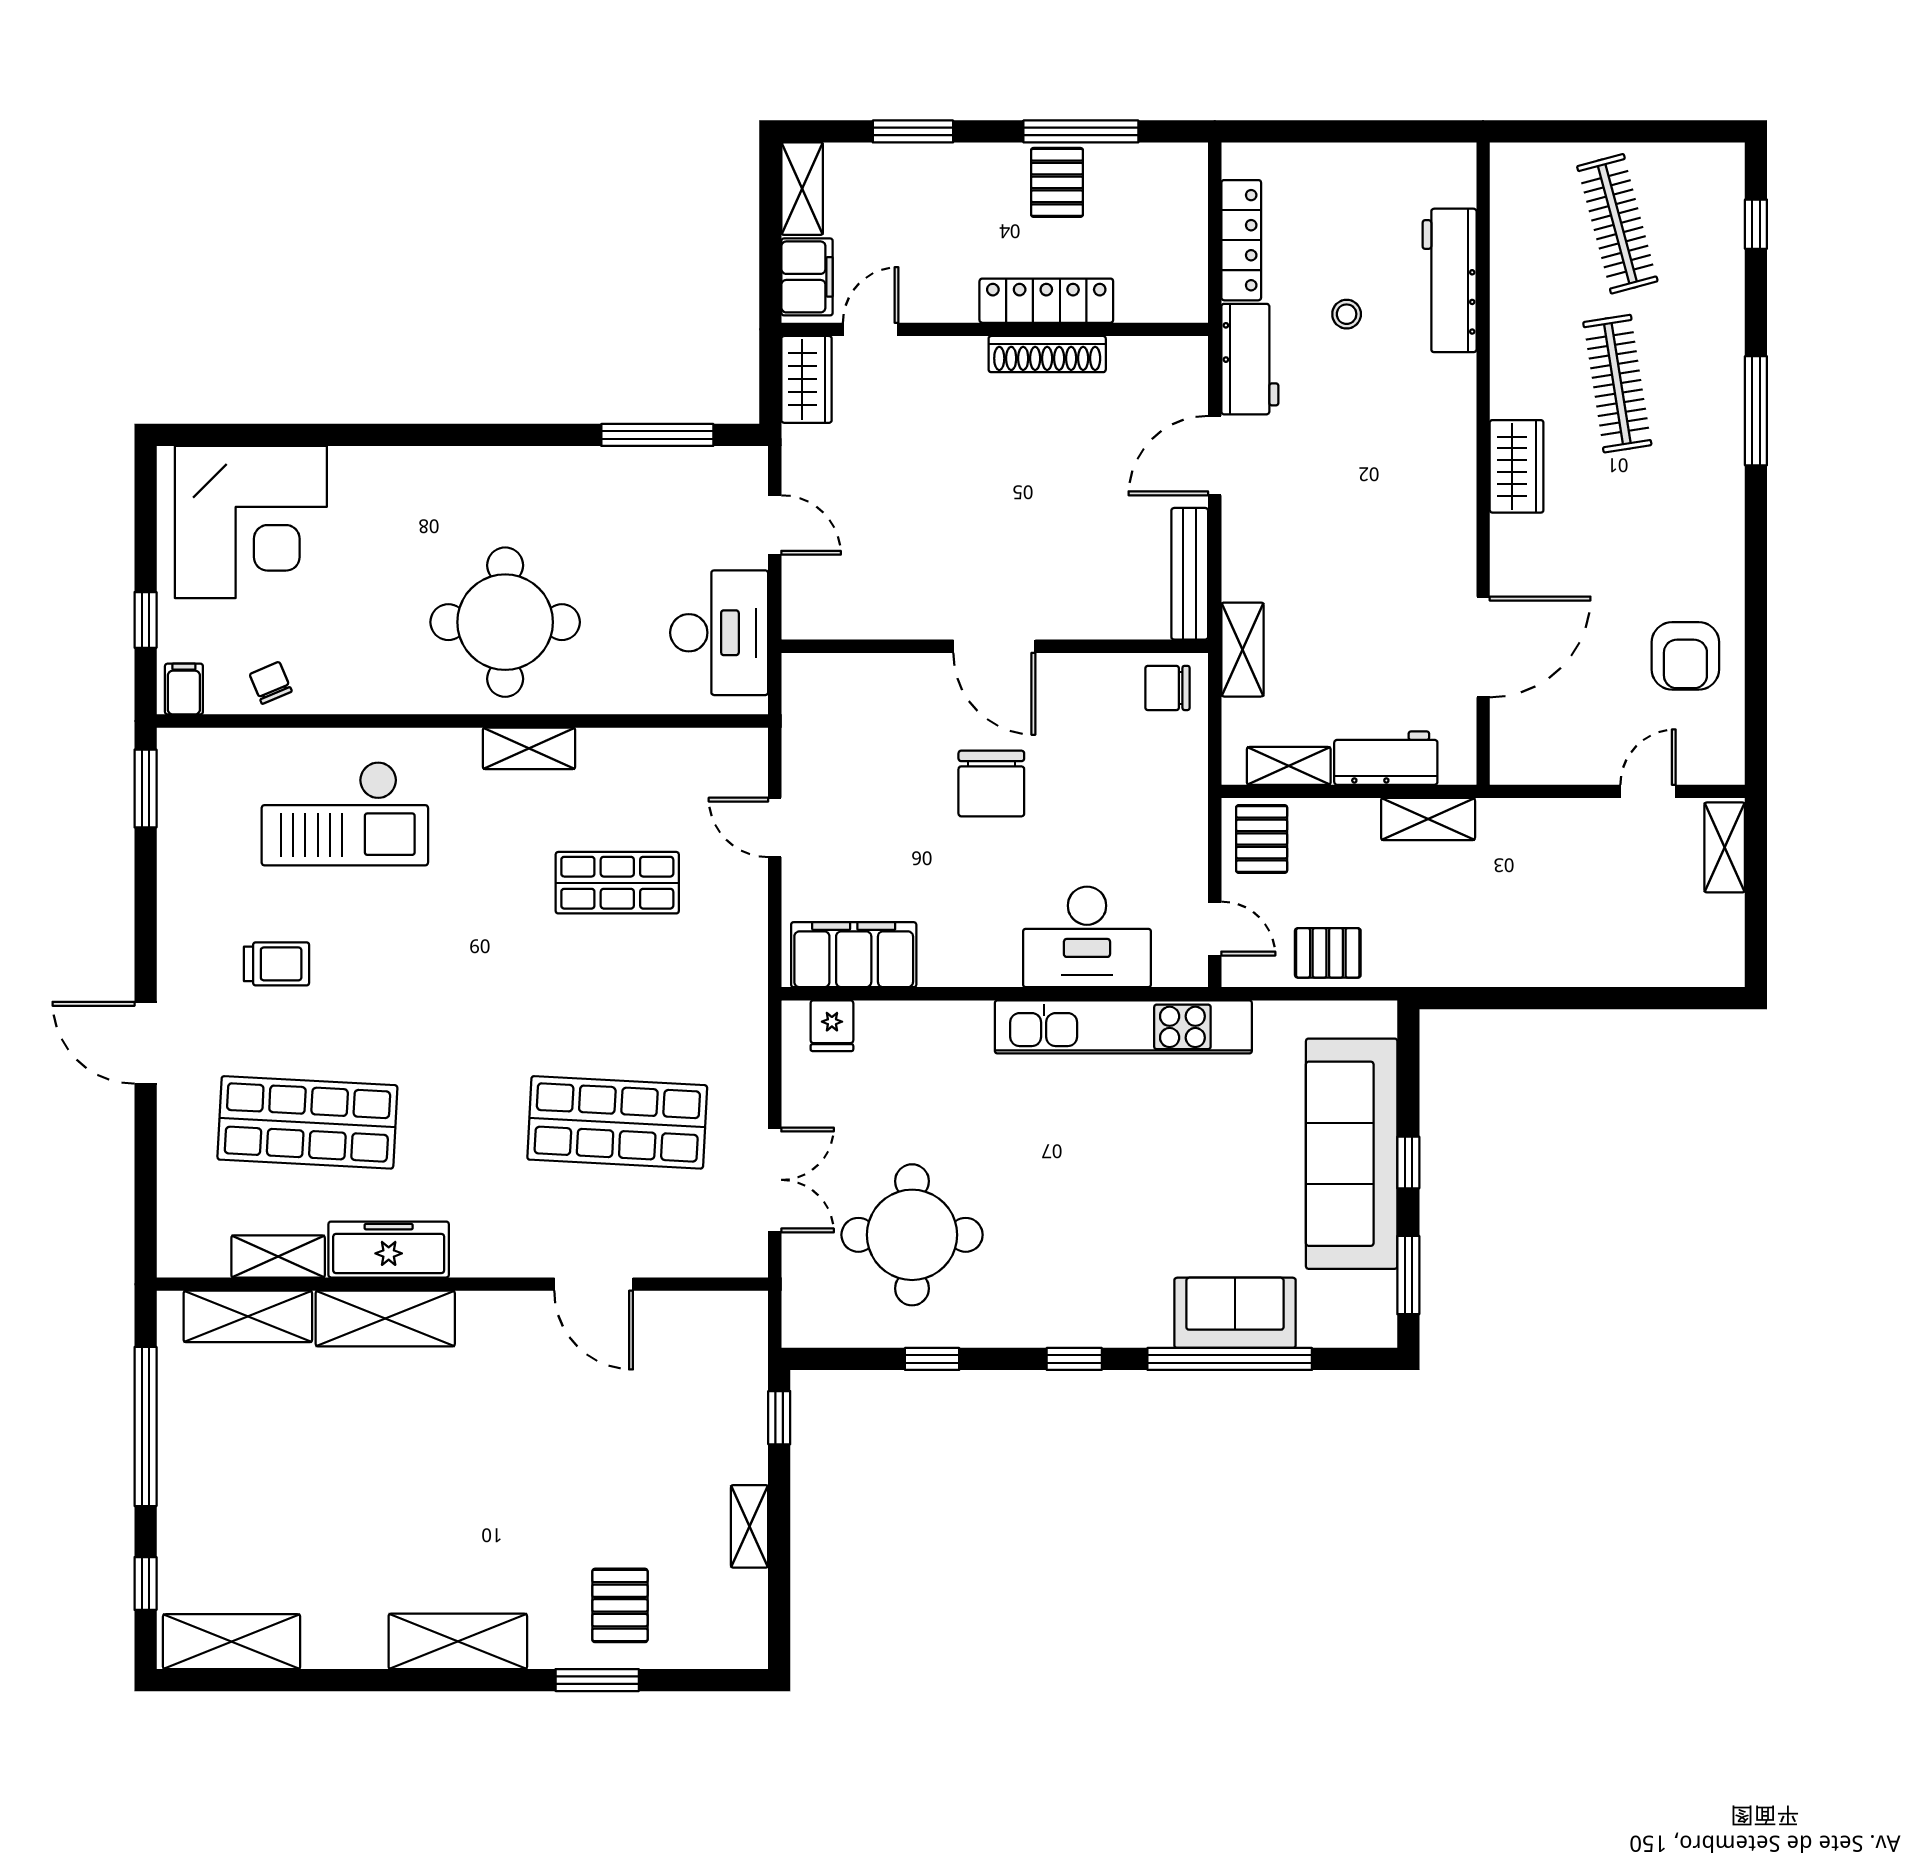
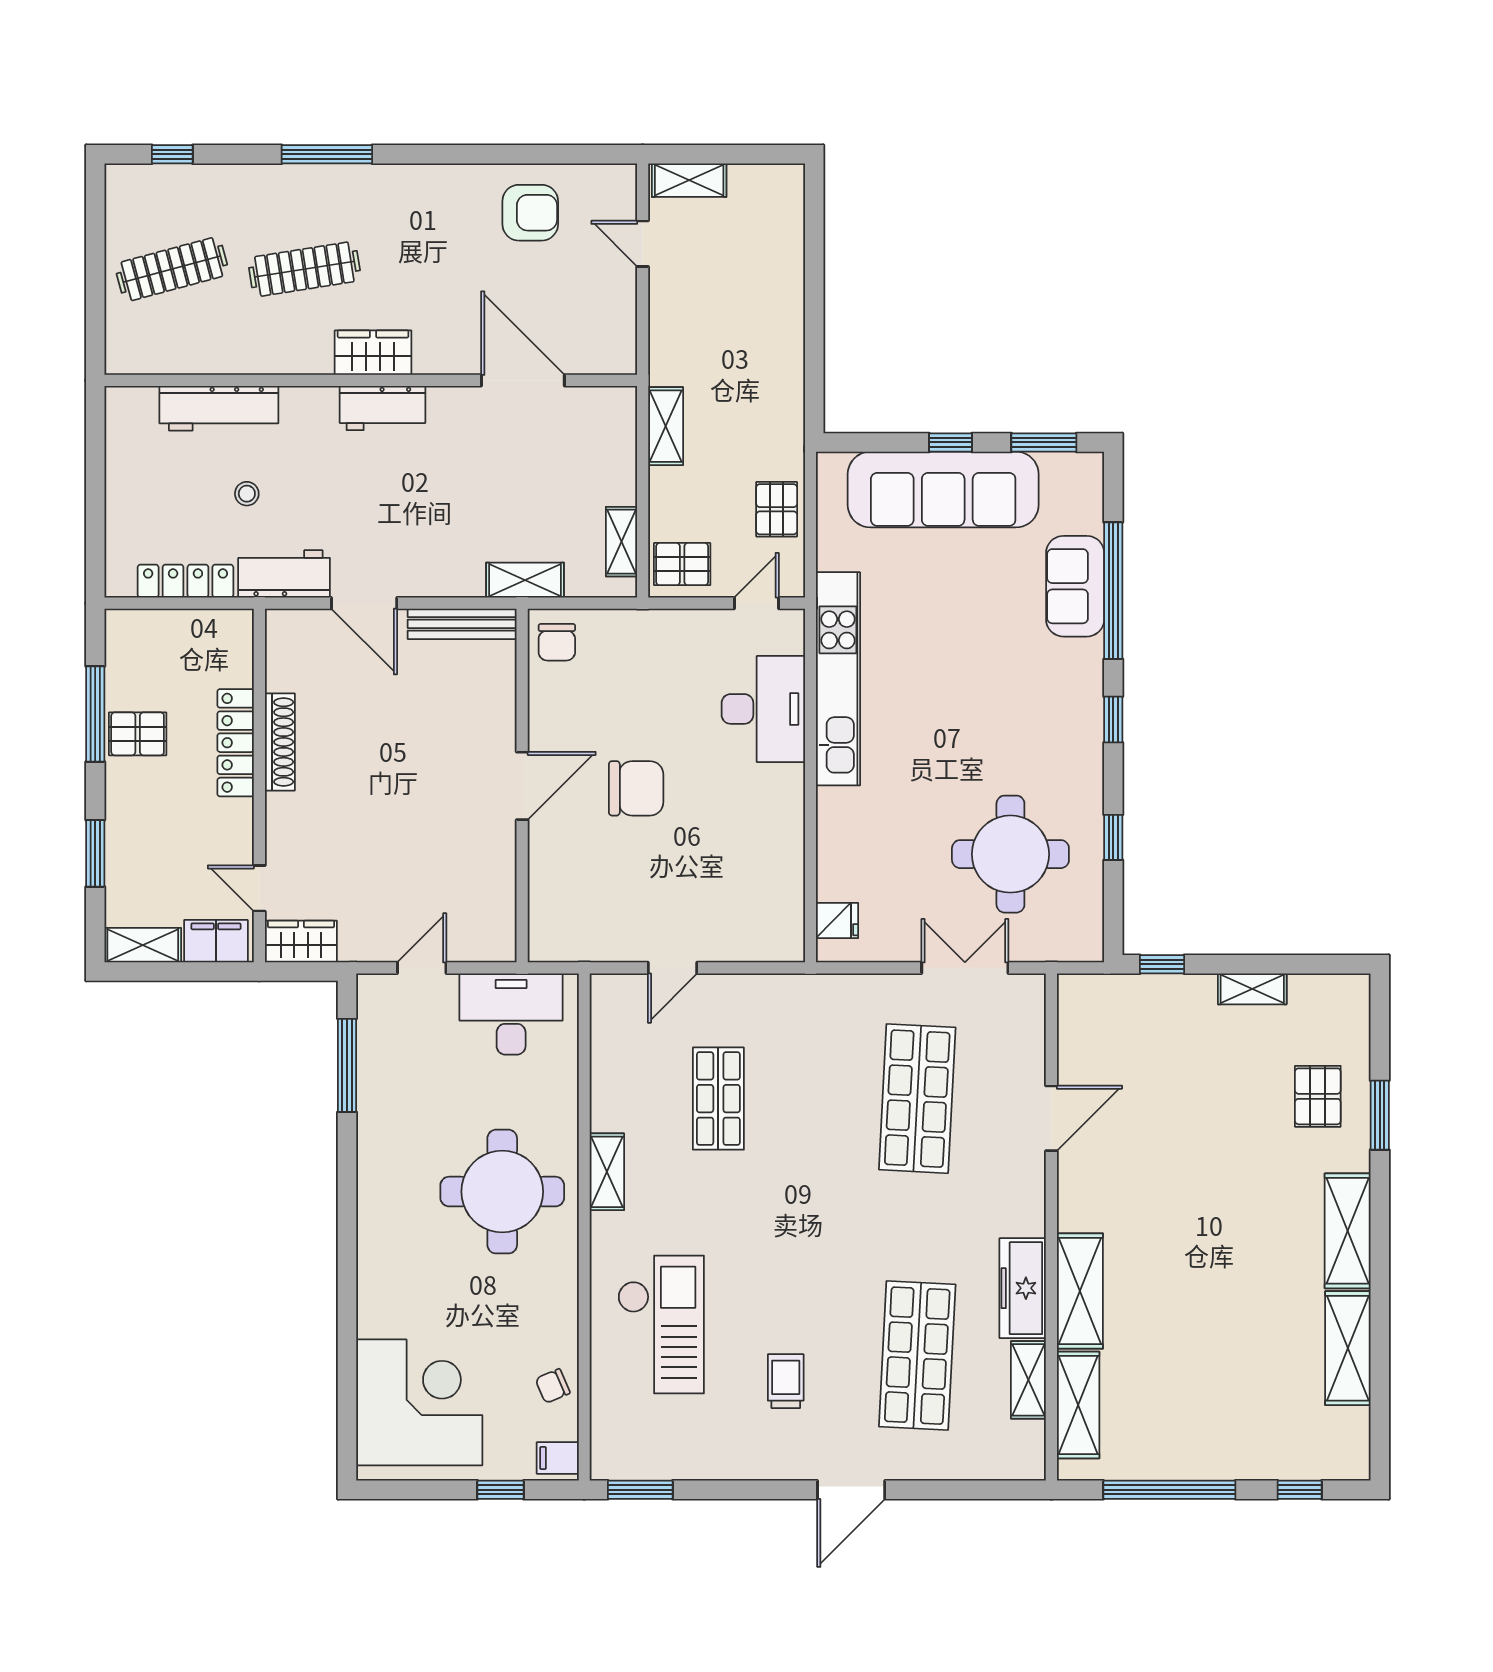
workbench: (1386, 758) -> (382, 408), moved, turned -90
filing cabinet: (854, 955) -> (778, 902), removed
pallet: (620, 1605) -> (1318, 1096), turned 90
shelving: (232, 1642) -> (1348, 1348), moved

